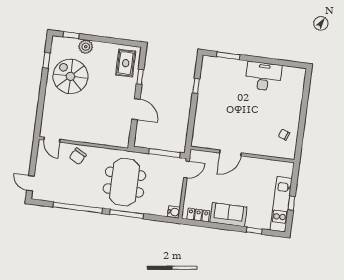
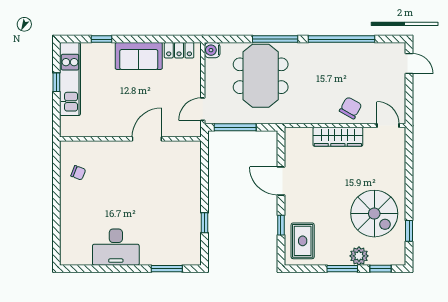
window: (99, 39) -> (342, 269), added
wardrobe: (90, 136) -> (338, 137), added
meeting table: (124, 182) -> (261, 76), moved

